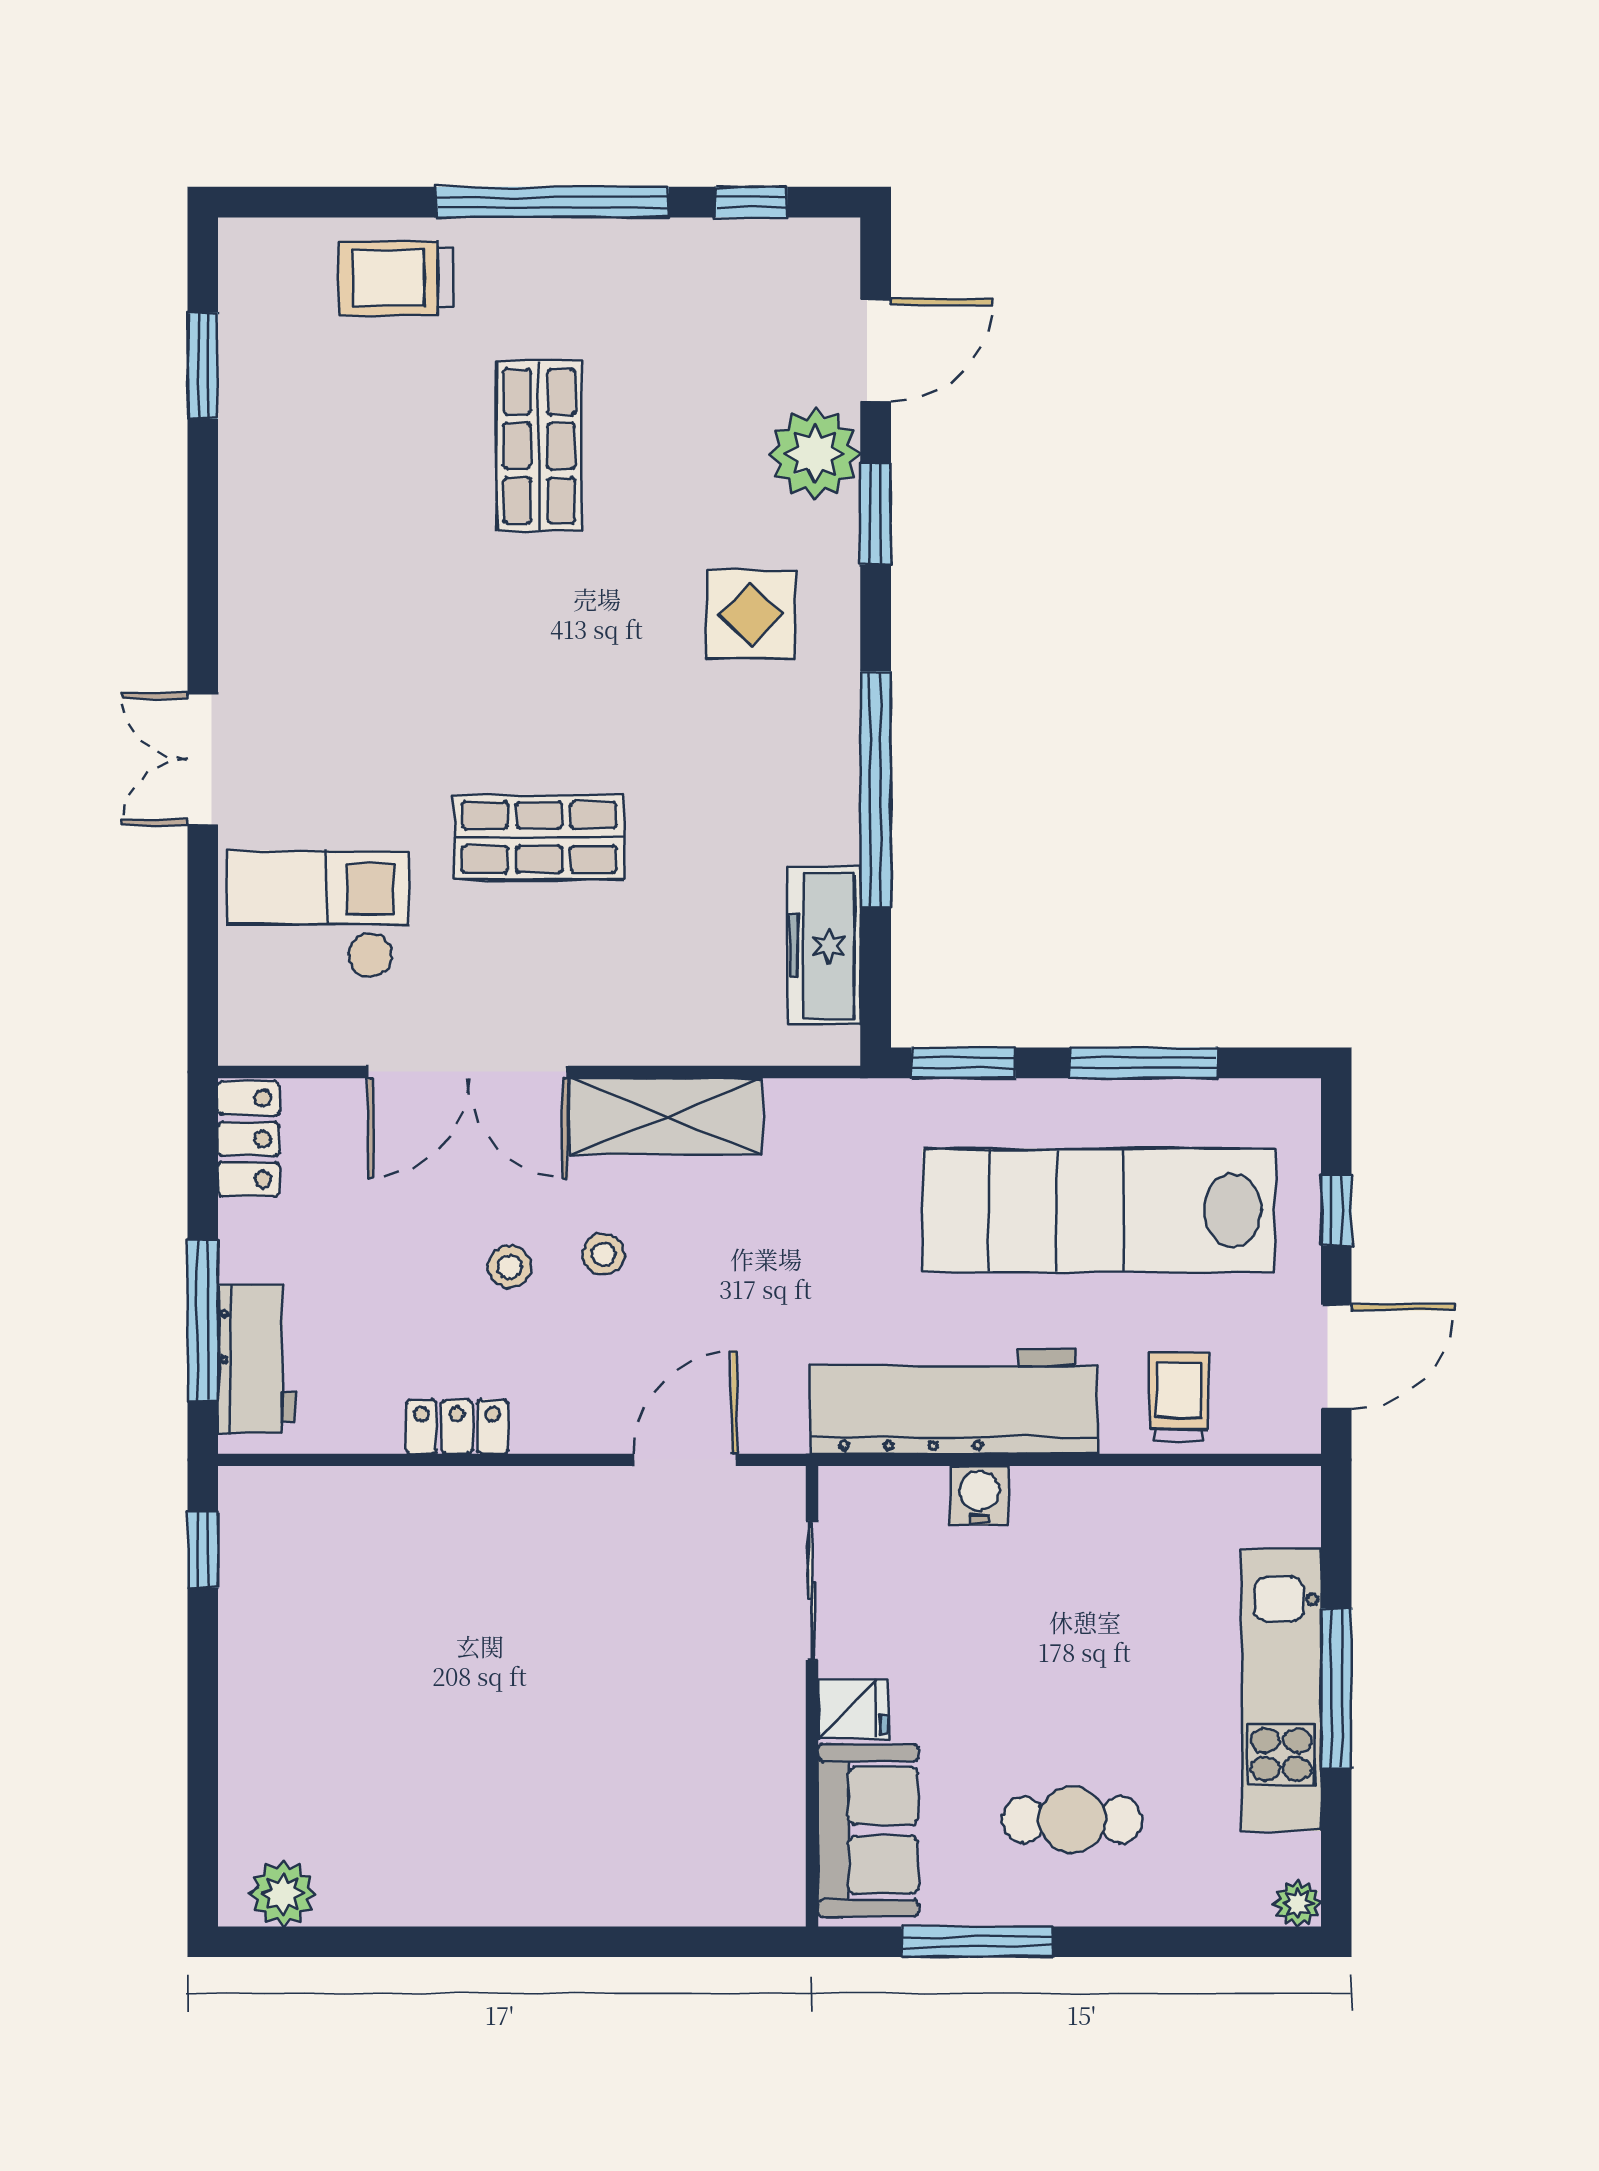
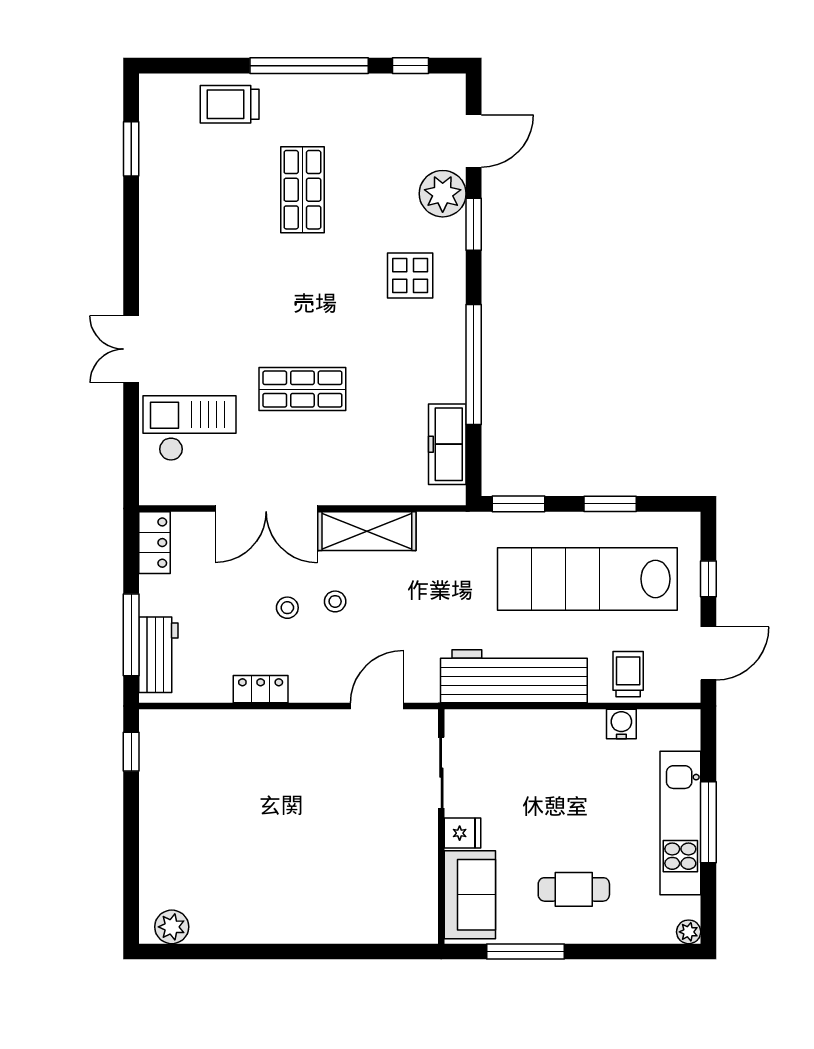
window: (1143, 1063) -> (610, 504), width x0.69
water cooler: (979, 1495) -> (621, 724), moved

